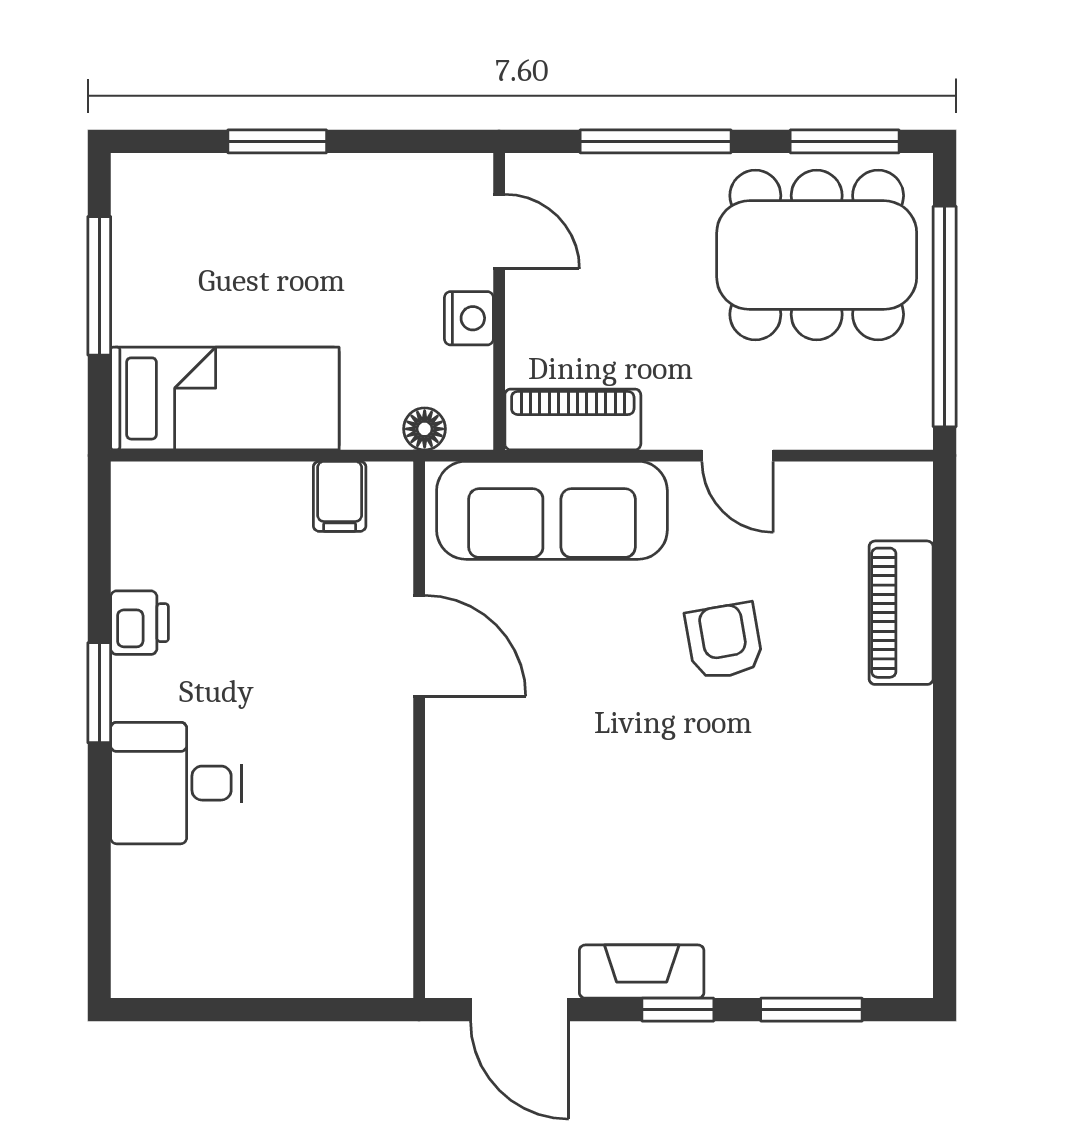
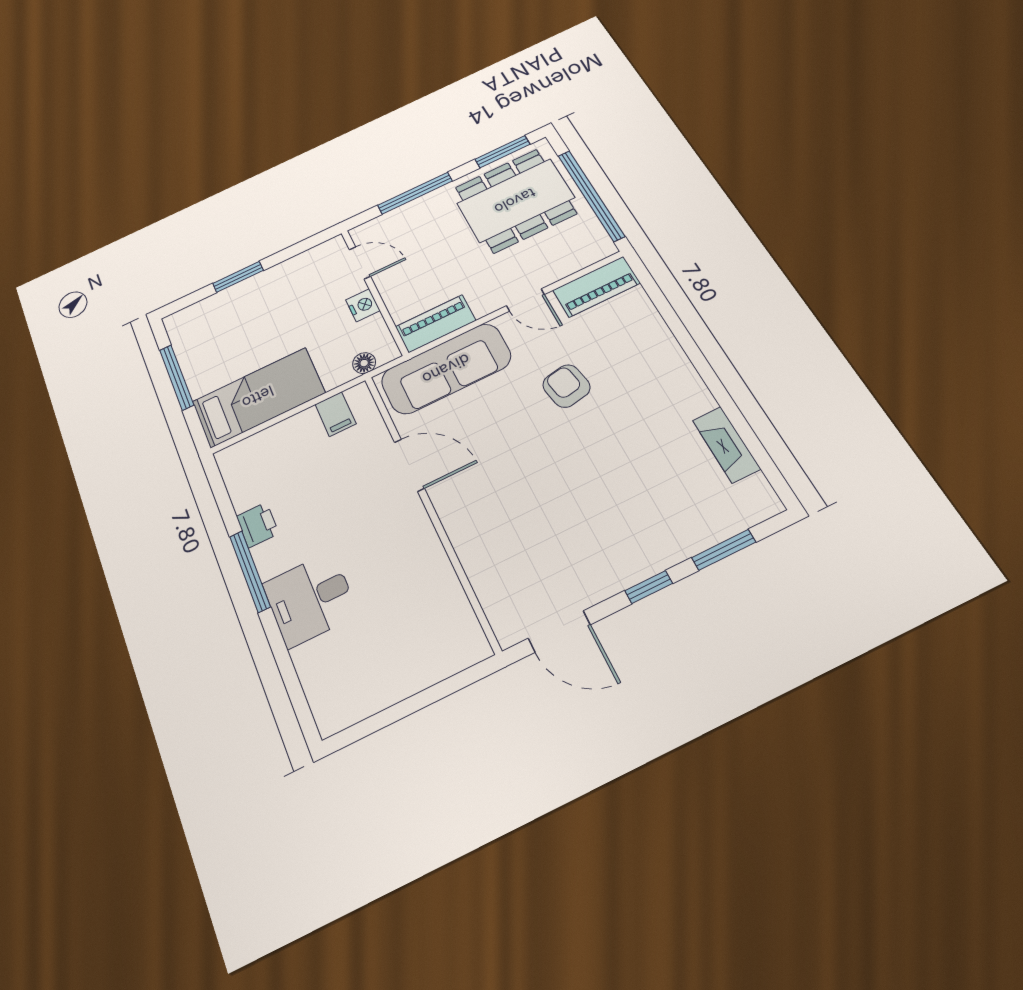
piano: (901, 613) -> (596, 287), moved, turned -90
window: (99, 693) -> (250, 571), width x1.44
fireplace: (642, 972) -> (726, 445), moved, turned -90

